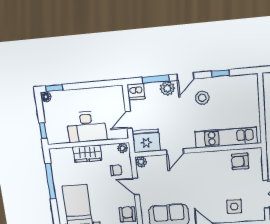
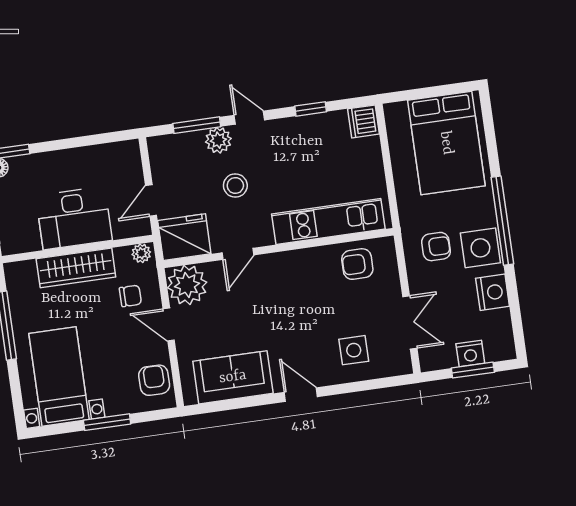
door: (185, 77) -> (249, 118), swing flipped
dishwasher: (136, 92) -> (363, 121), moved, turned 90
stool: (202, 98) -> (235, 186), moved
wardrobe: (87, 154) -> (76, 268), width x1.50
plant: (141, 162) -> (187, 285), width x1.88, depth x1.88

